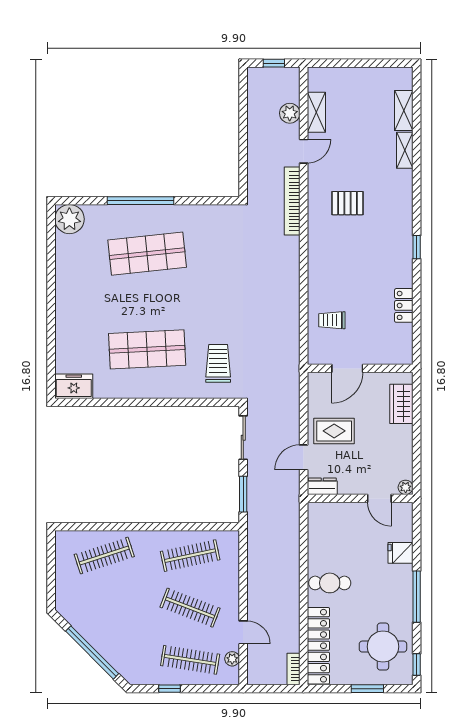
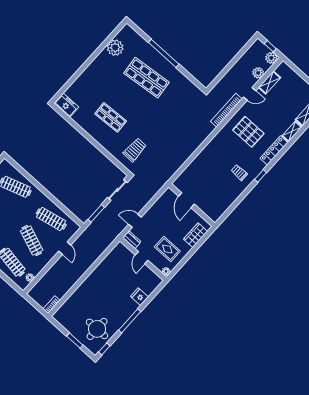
plant: (289, 77) -> (271, 58), added
pallet: (347, 203) -> (248, 132), width x1.50, depth x1.42
plant: (69, 219) -> (115, 48), moved
locker: (404, 305) -> (274, 150), moved, width x1.53
trolley: (332, 320) -> (239, 173), moved
shop shelf: (147, 349) -> (111, 117), width x0.70, depth x0.74
door: (347, 368) -> (186, 200), hinge flipped
rug: (334, 431) -> (167, 249), moved
door: (379, 498) -> (142, 258), moved
cafe table: (330, 583) -> (99, 283), removed
door: (243, 632) -> (65, 248), moved
locker: (318, 646) -> (71, 304), removed

